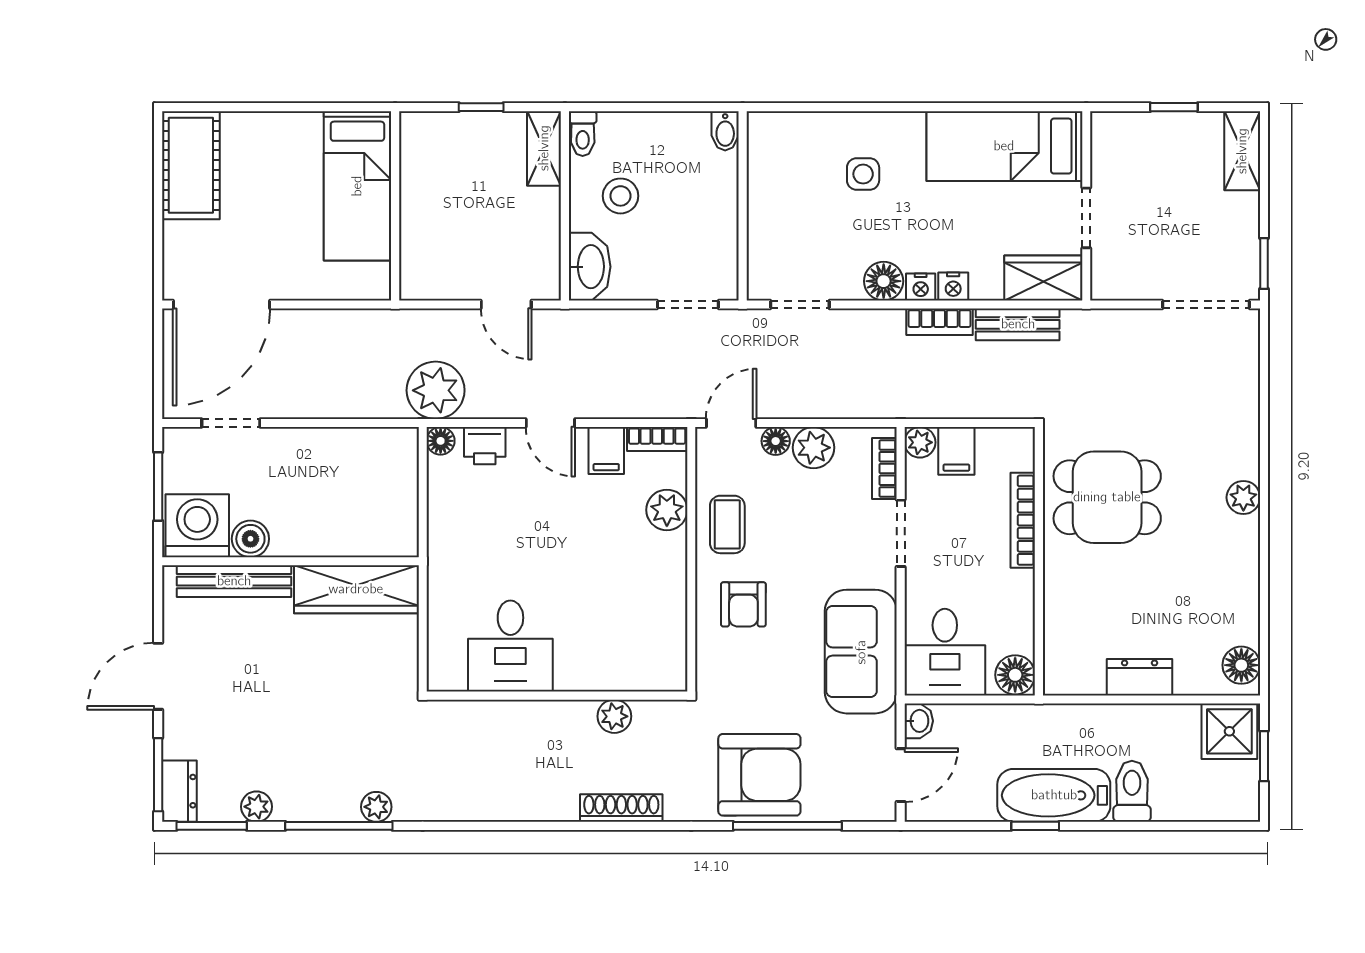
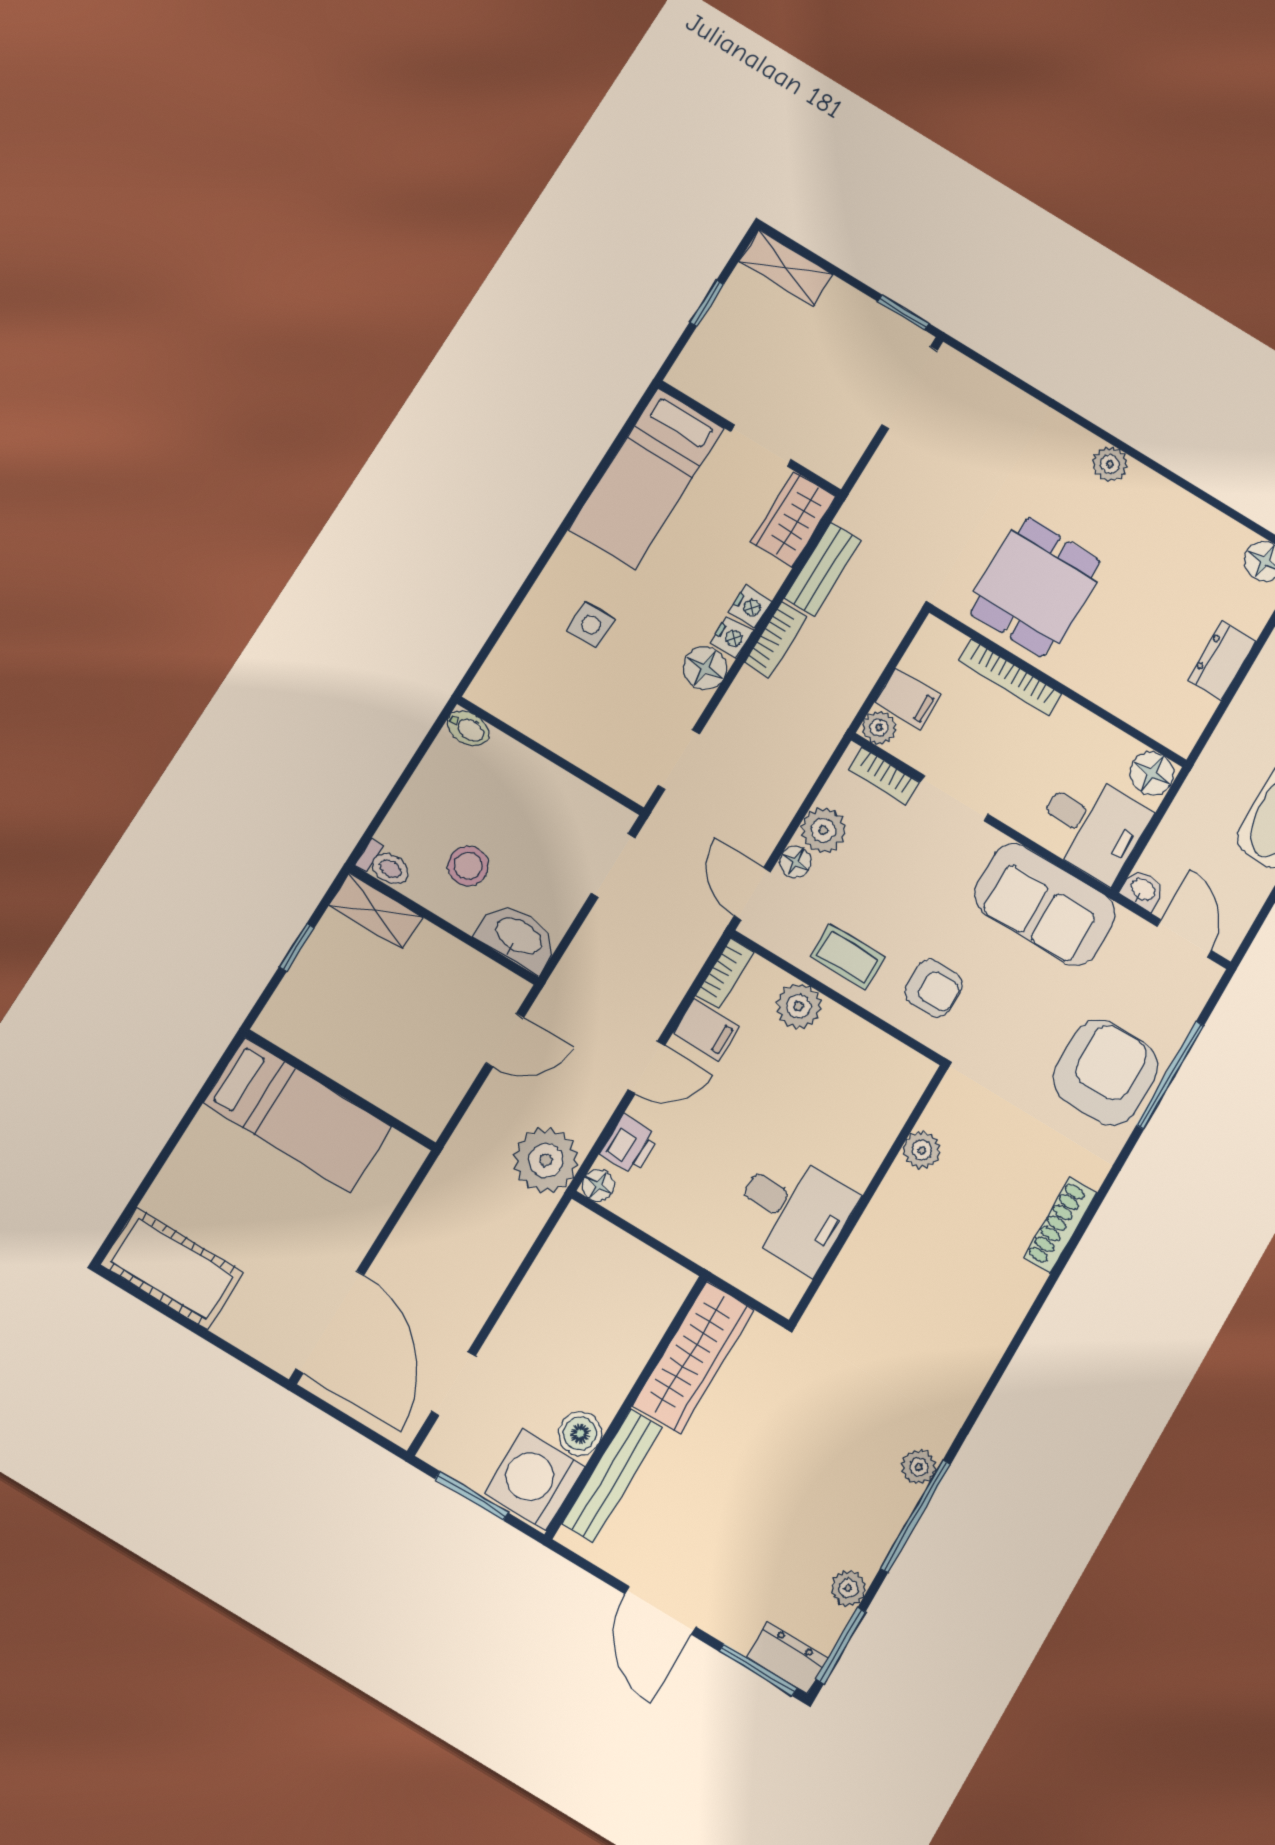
desk: (510, 646) -> (794, 1210), moved
wall: (557, 696) -> (869, 1194), moved
plant: (614, 716) -> (922, 1150), moved

